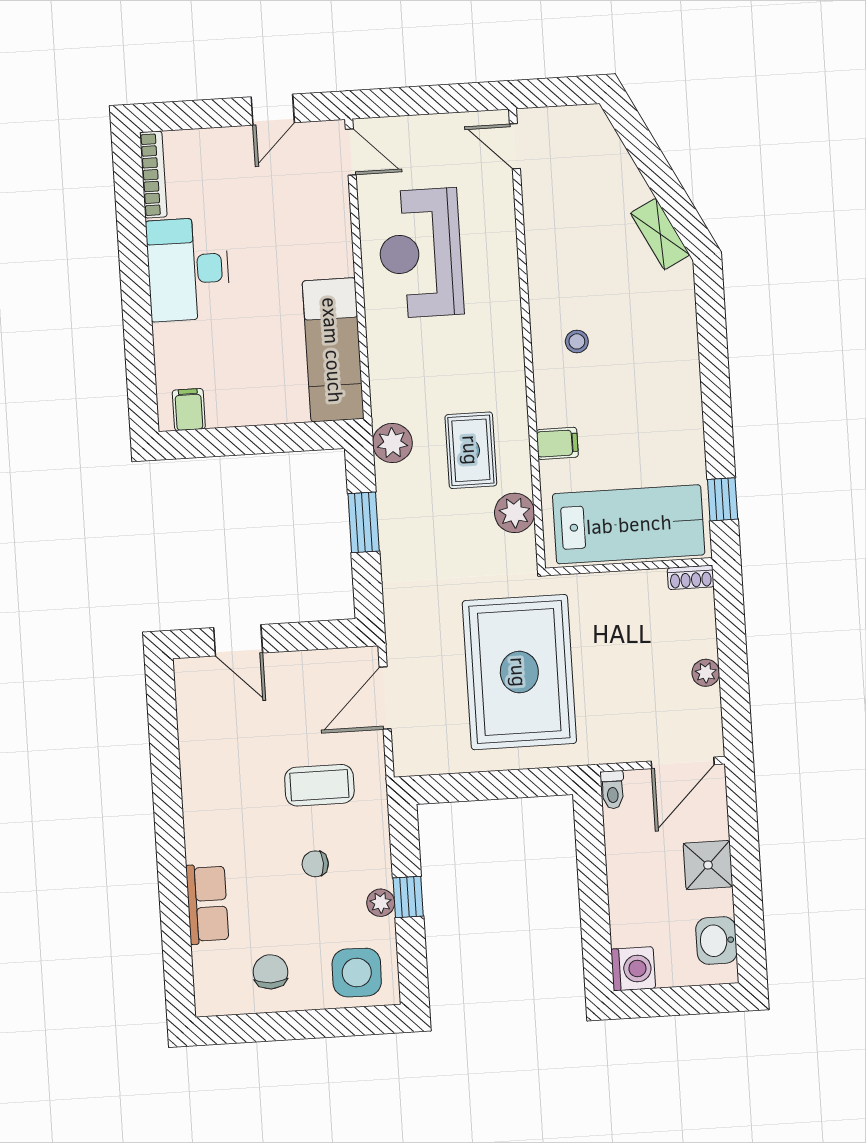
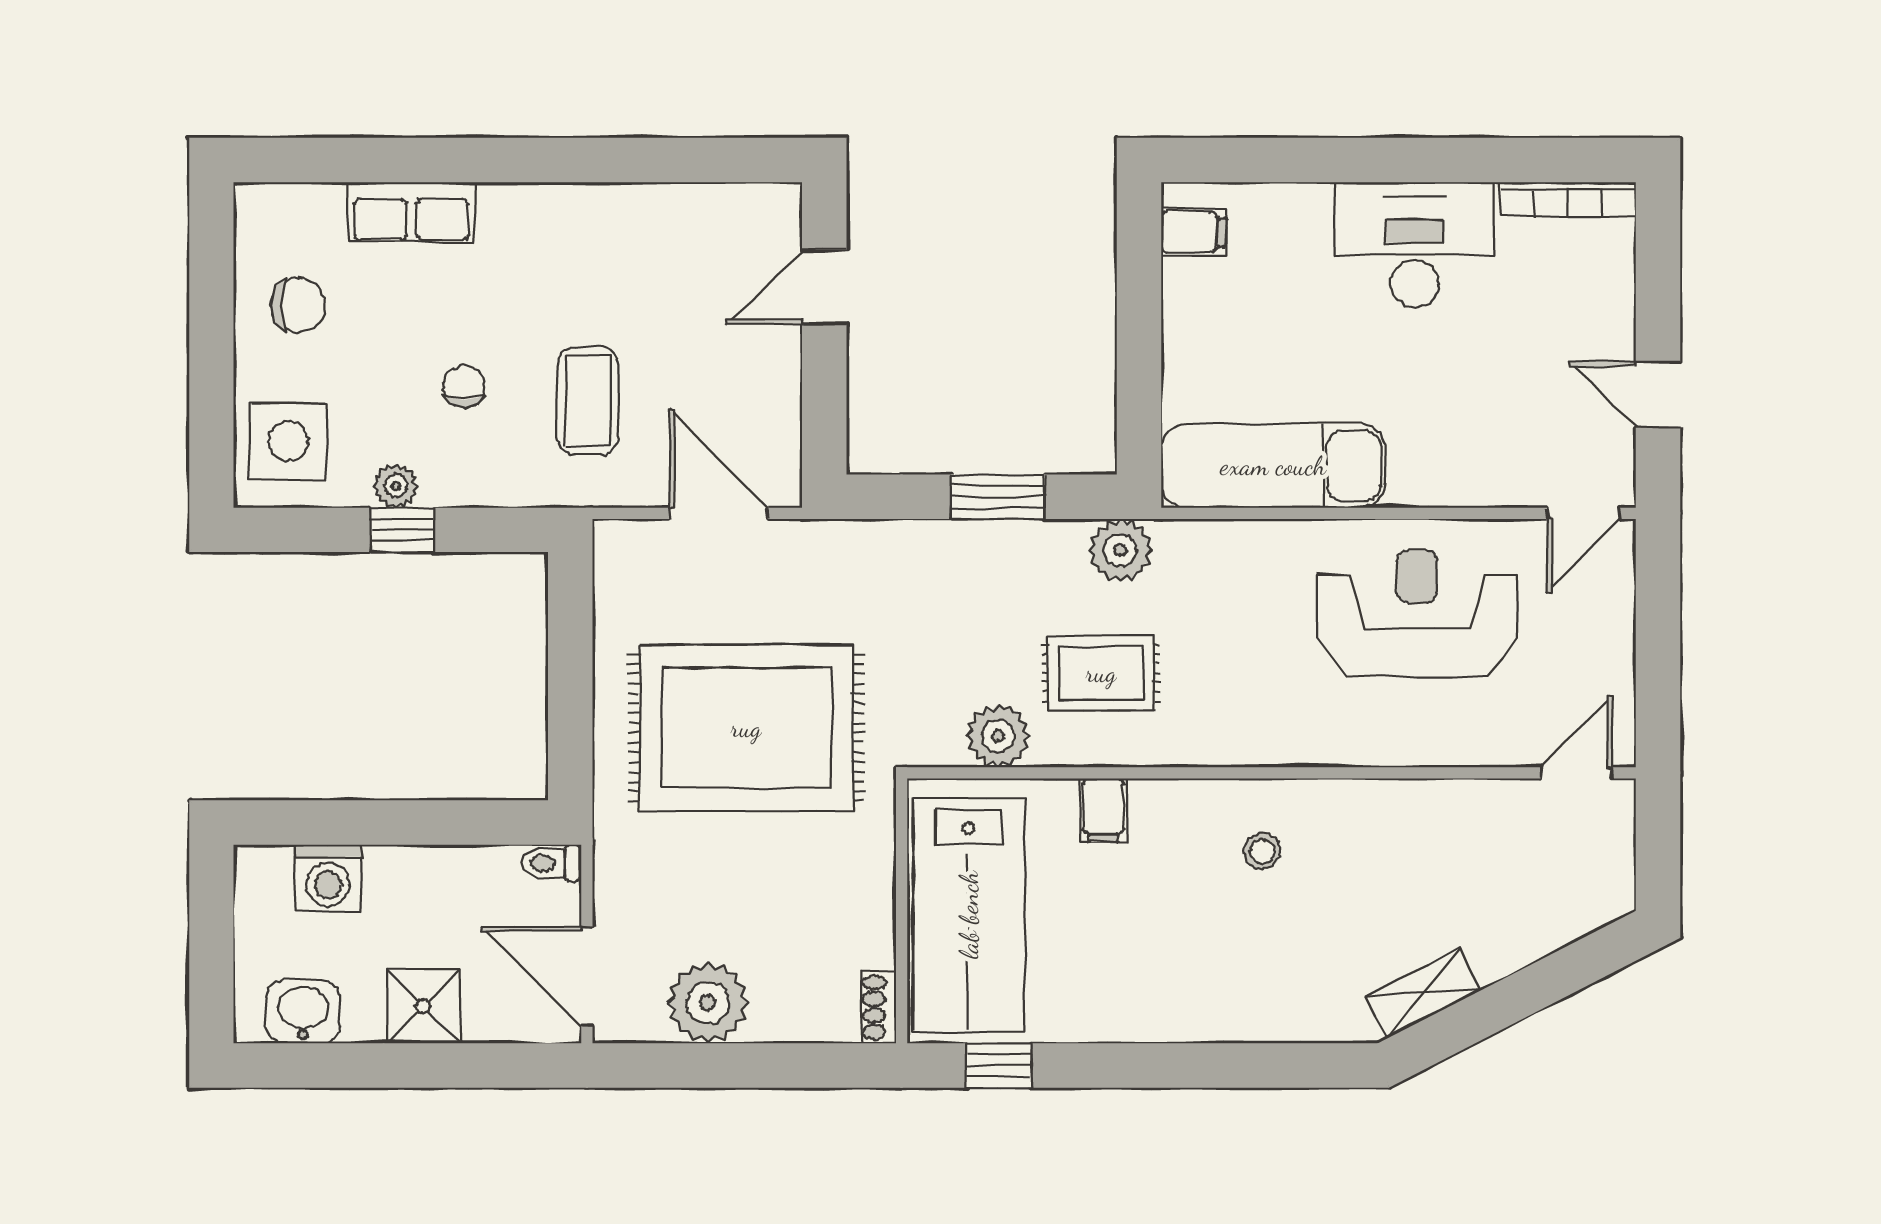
plant: (706, 673) -> (708, 1003), width x1.88, depth x1.88
washing machine: (633, 969) -> (328, 878), moved

